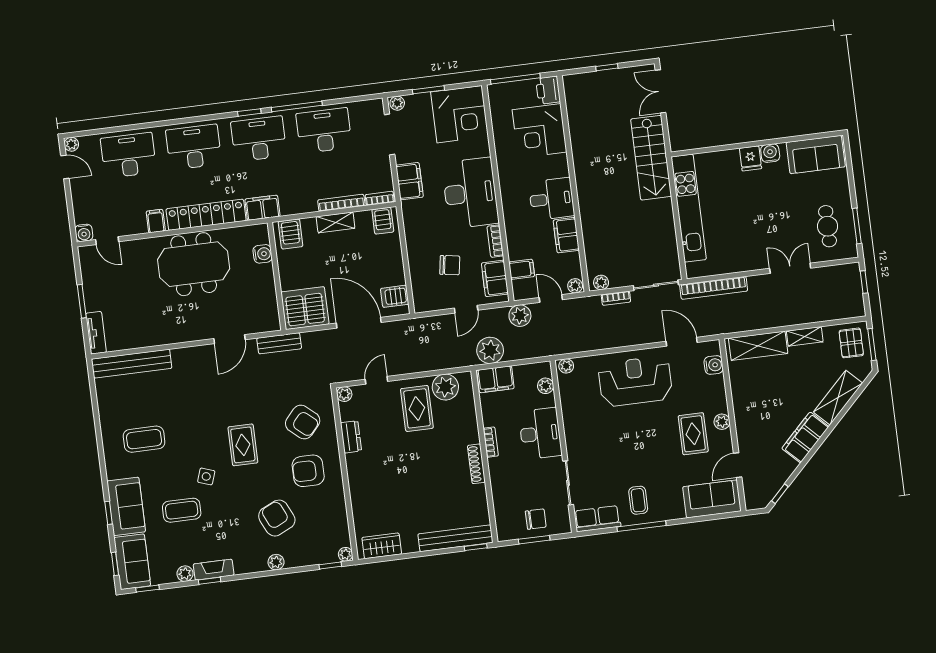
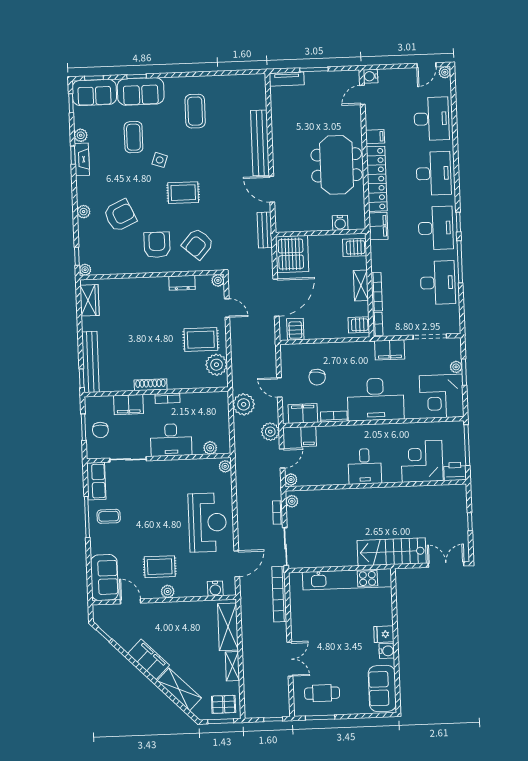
plant: (397, 103) -> (456, 367), moved
filing cabinet: (566, 235) -> (334, 476), removed
bench: (132, 364) -> (260, 143), moved
filing cabinet: (495, 379) -> (128, 405), moved, turned -90

